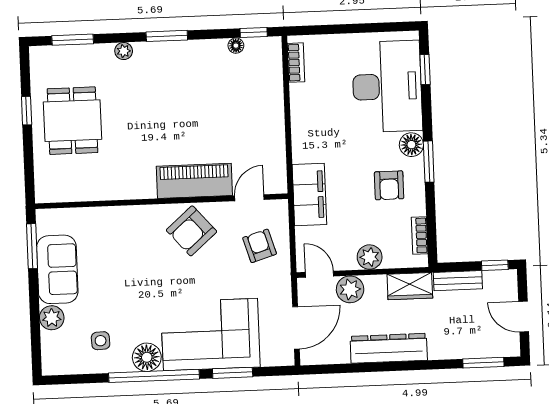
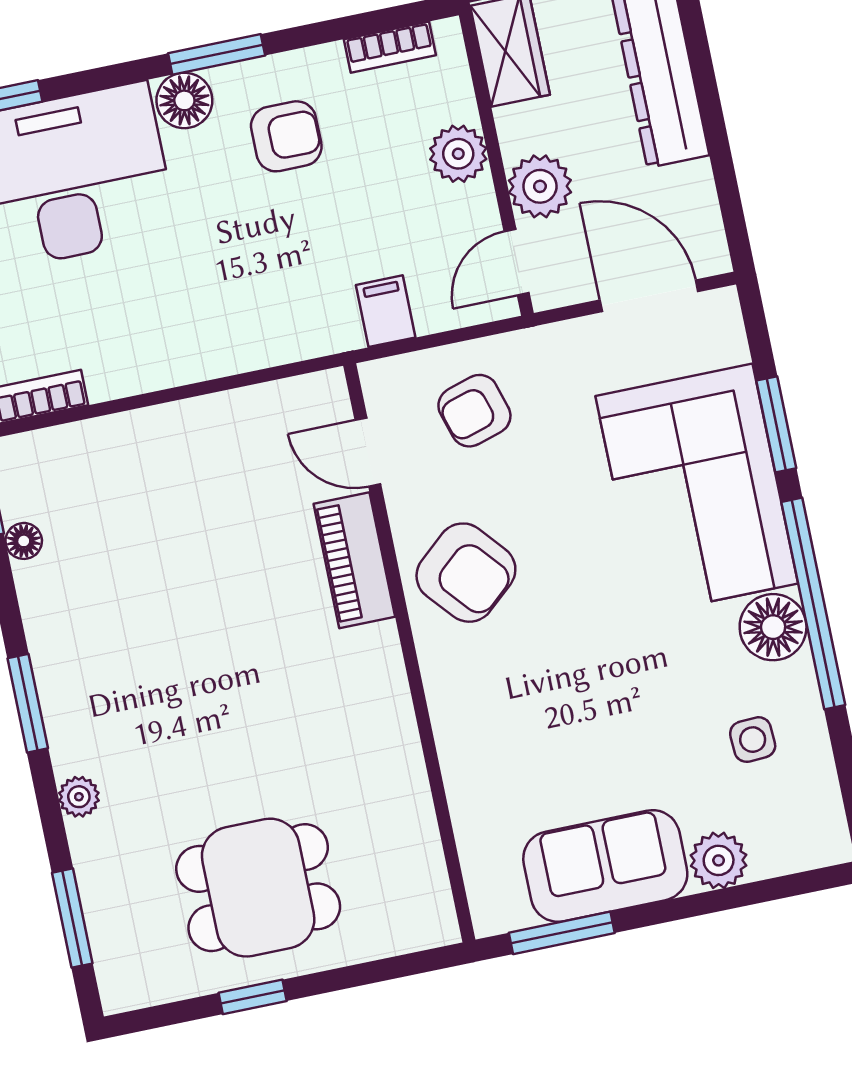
piano: (194, 181) -> (354, 560), width x0.73, depth x0.75
filing cabinet: (309, 195) -> (386, 311), width x0.33, depth x0.86

